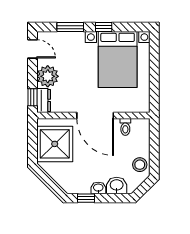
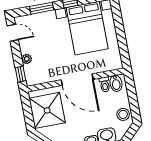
plant: (48, 76) -> (27, 59), width x0.53, depth x0.53
dresser: (44, 100) -> (31, 75), removed
bidet: (138, 128) -> (116, 83), added

